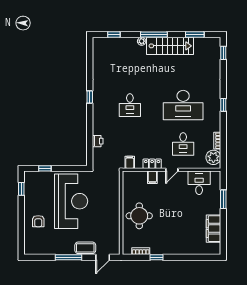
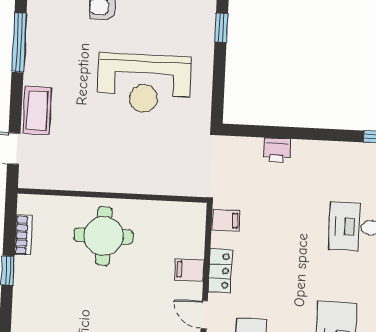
reception desk: (71, 201) -> (144, 83), width x0.74, depth x0.77
window: (68, 257) -> (19, 43), moved

